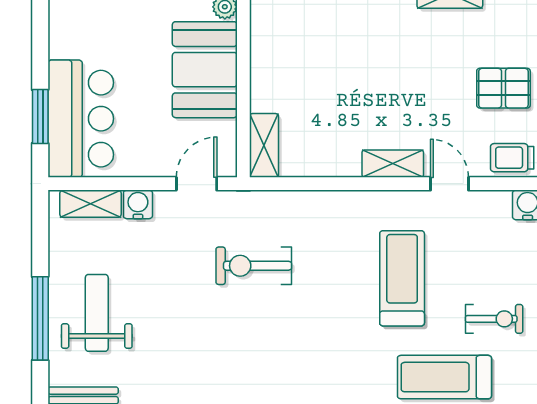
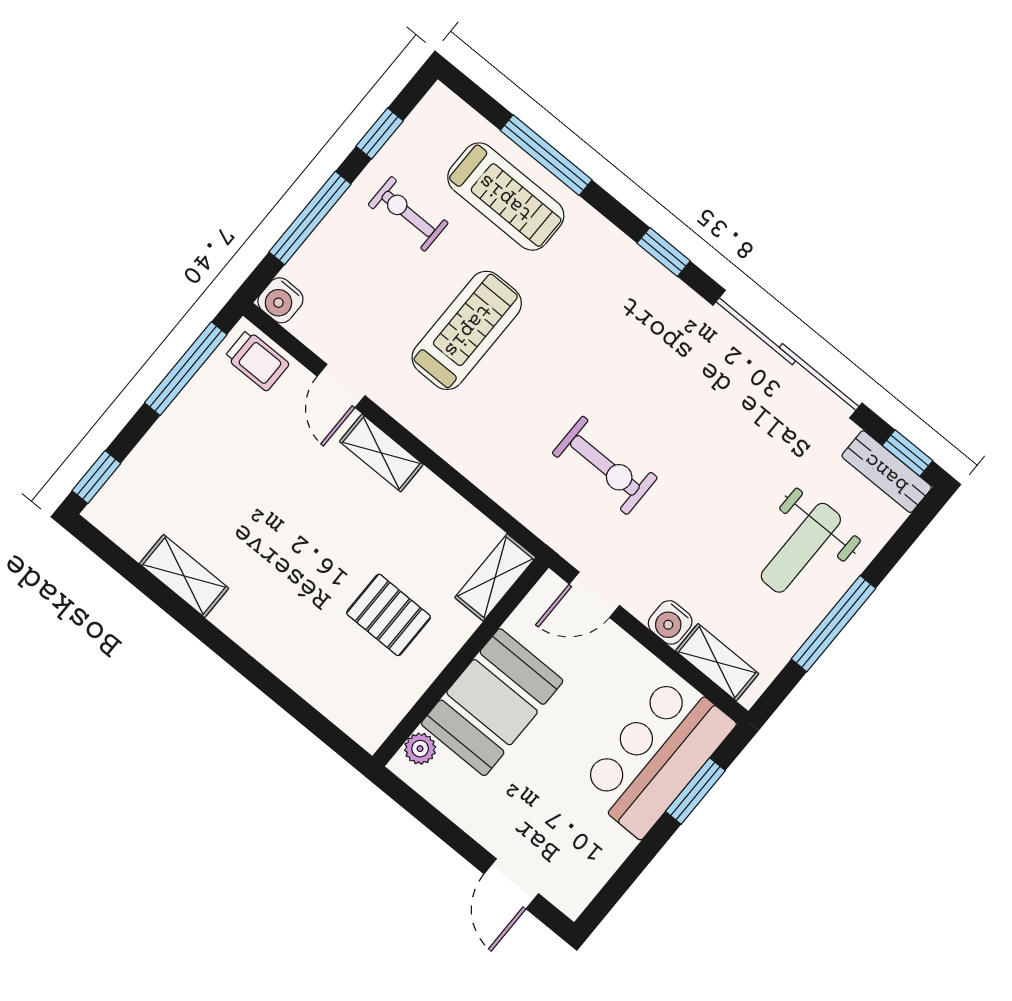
pallet: (503, 88) -> (389, 615), moved
treadmill: (402, 278) -> (467, 330), turned 180
window: (40, 318) -> (833, 624), moved

